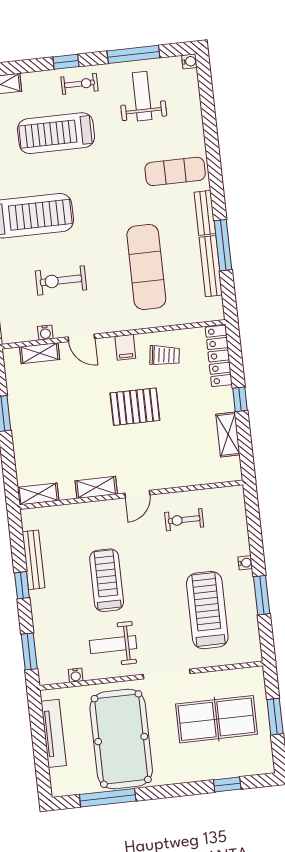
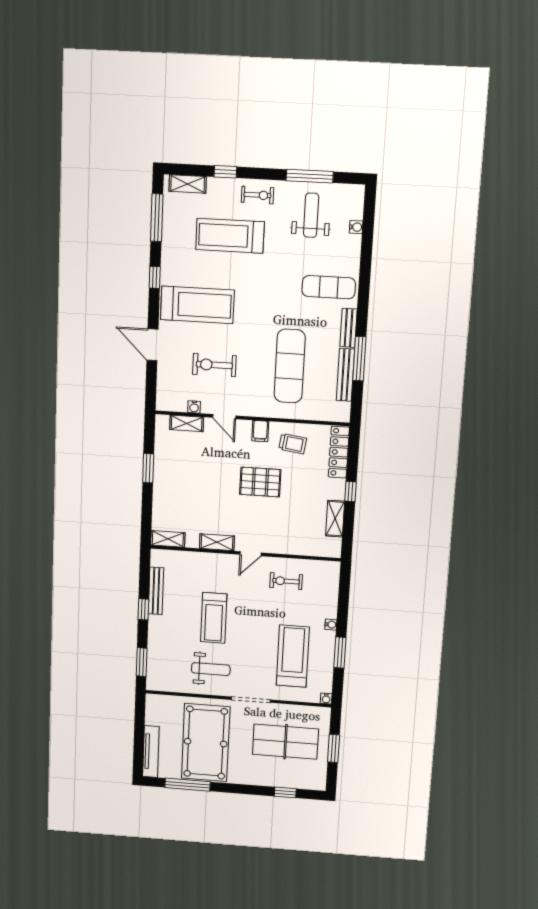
water cooler: (189, 61) -> (356, 227), moved
window: (66, 62) -> (225, 172), moved
treadmill: (107, 580) -> (214, 618), turned 180
weight bench: (113, 645) -> (211, 669), turned 180
water cooler: (76, 675) -> (326, 699), moved
tv unit: (54, 733) -> (151, 752), moved

